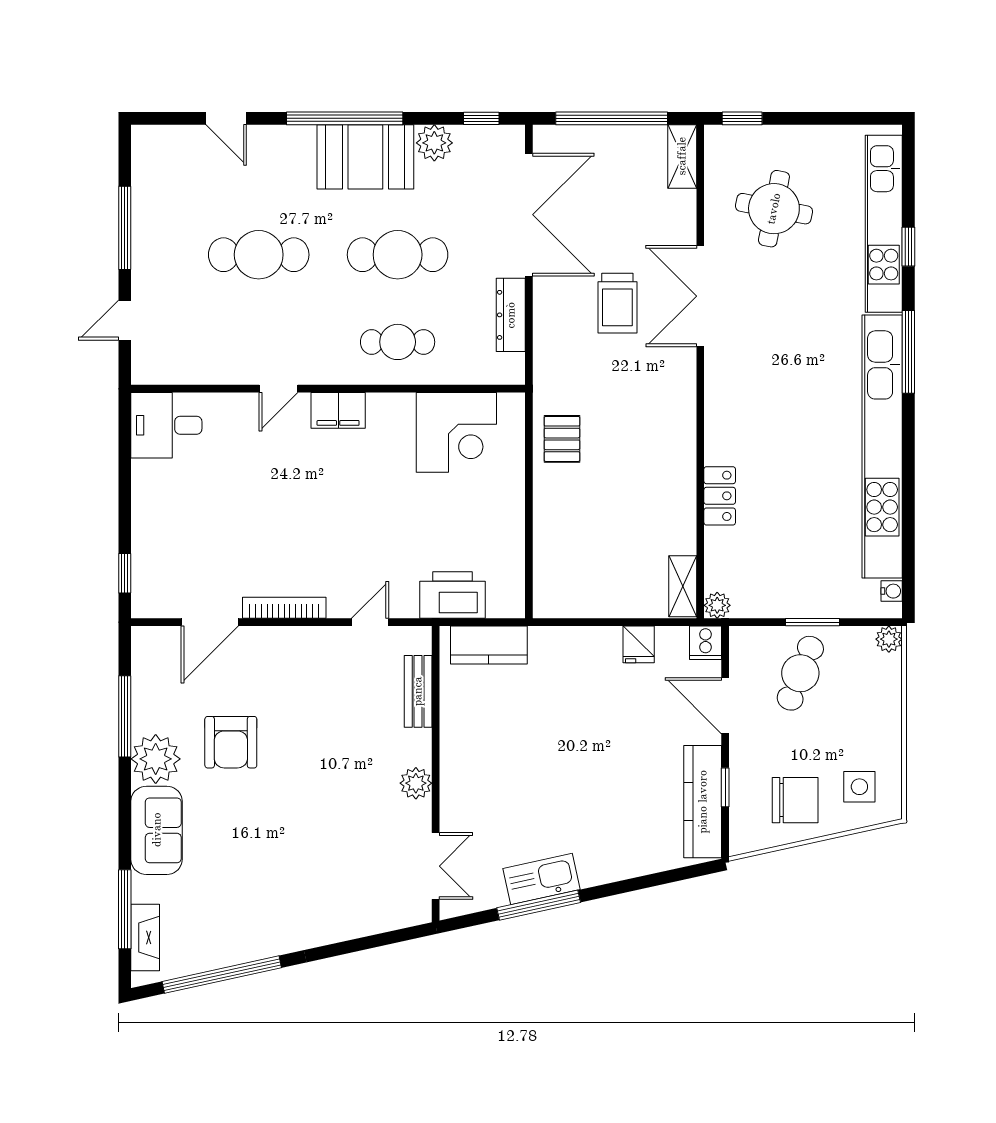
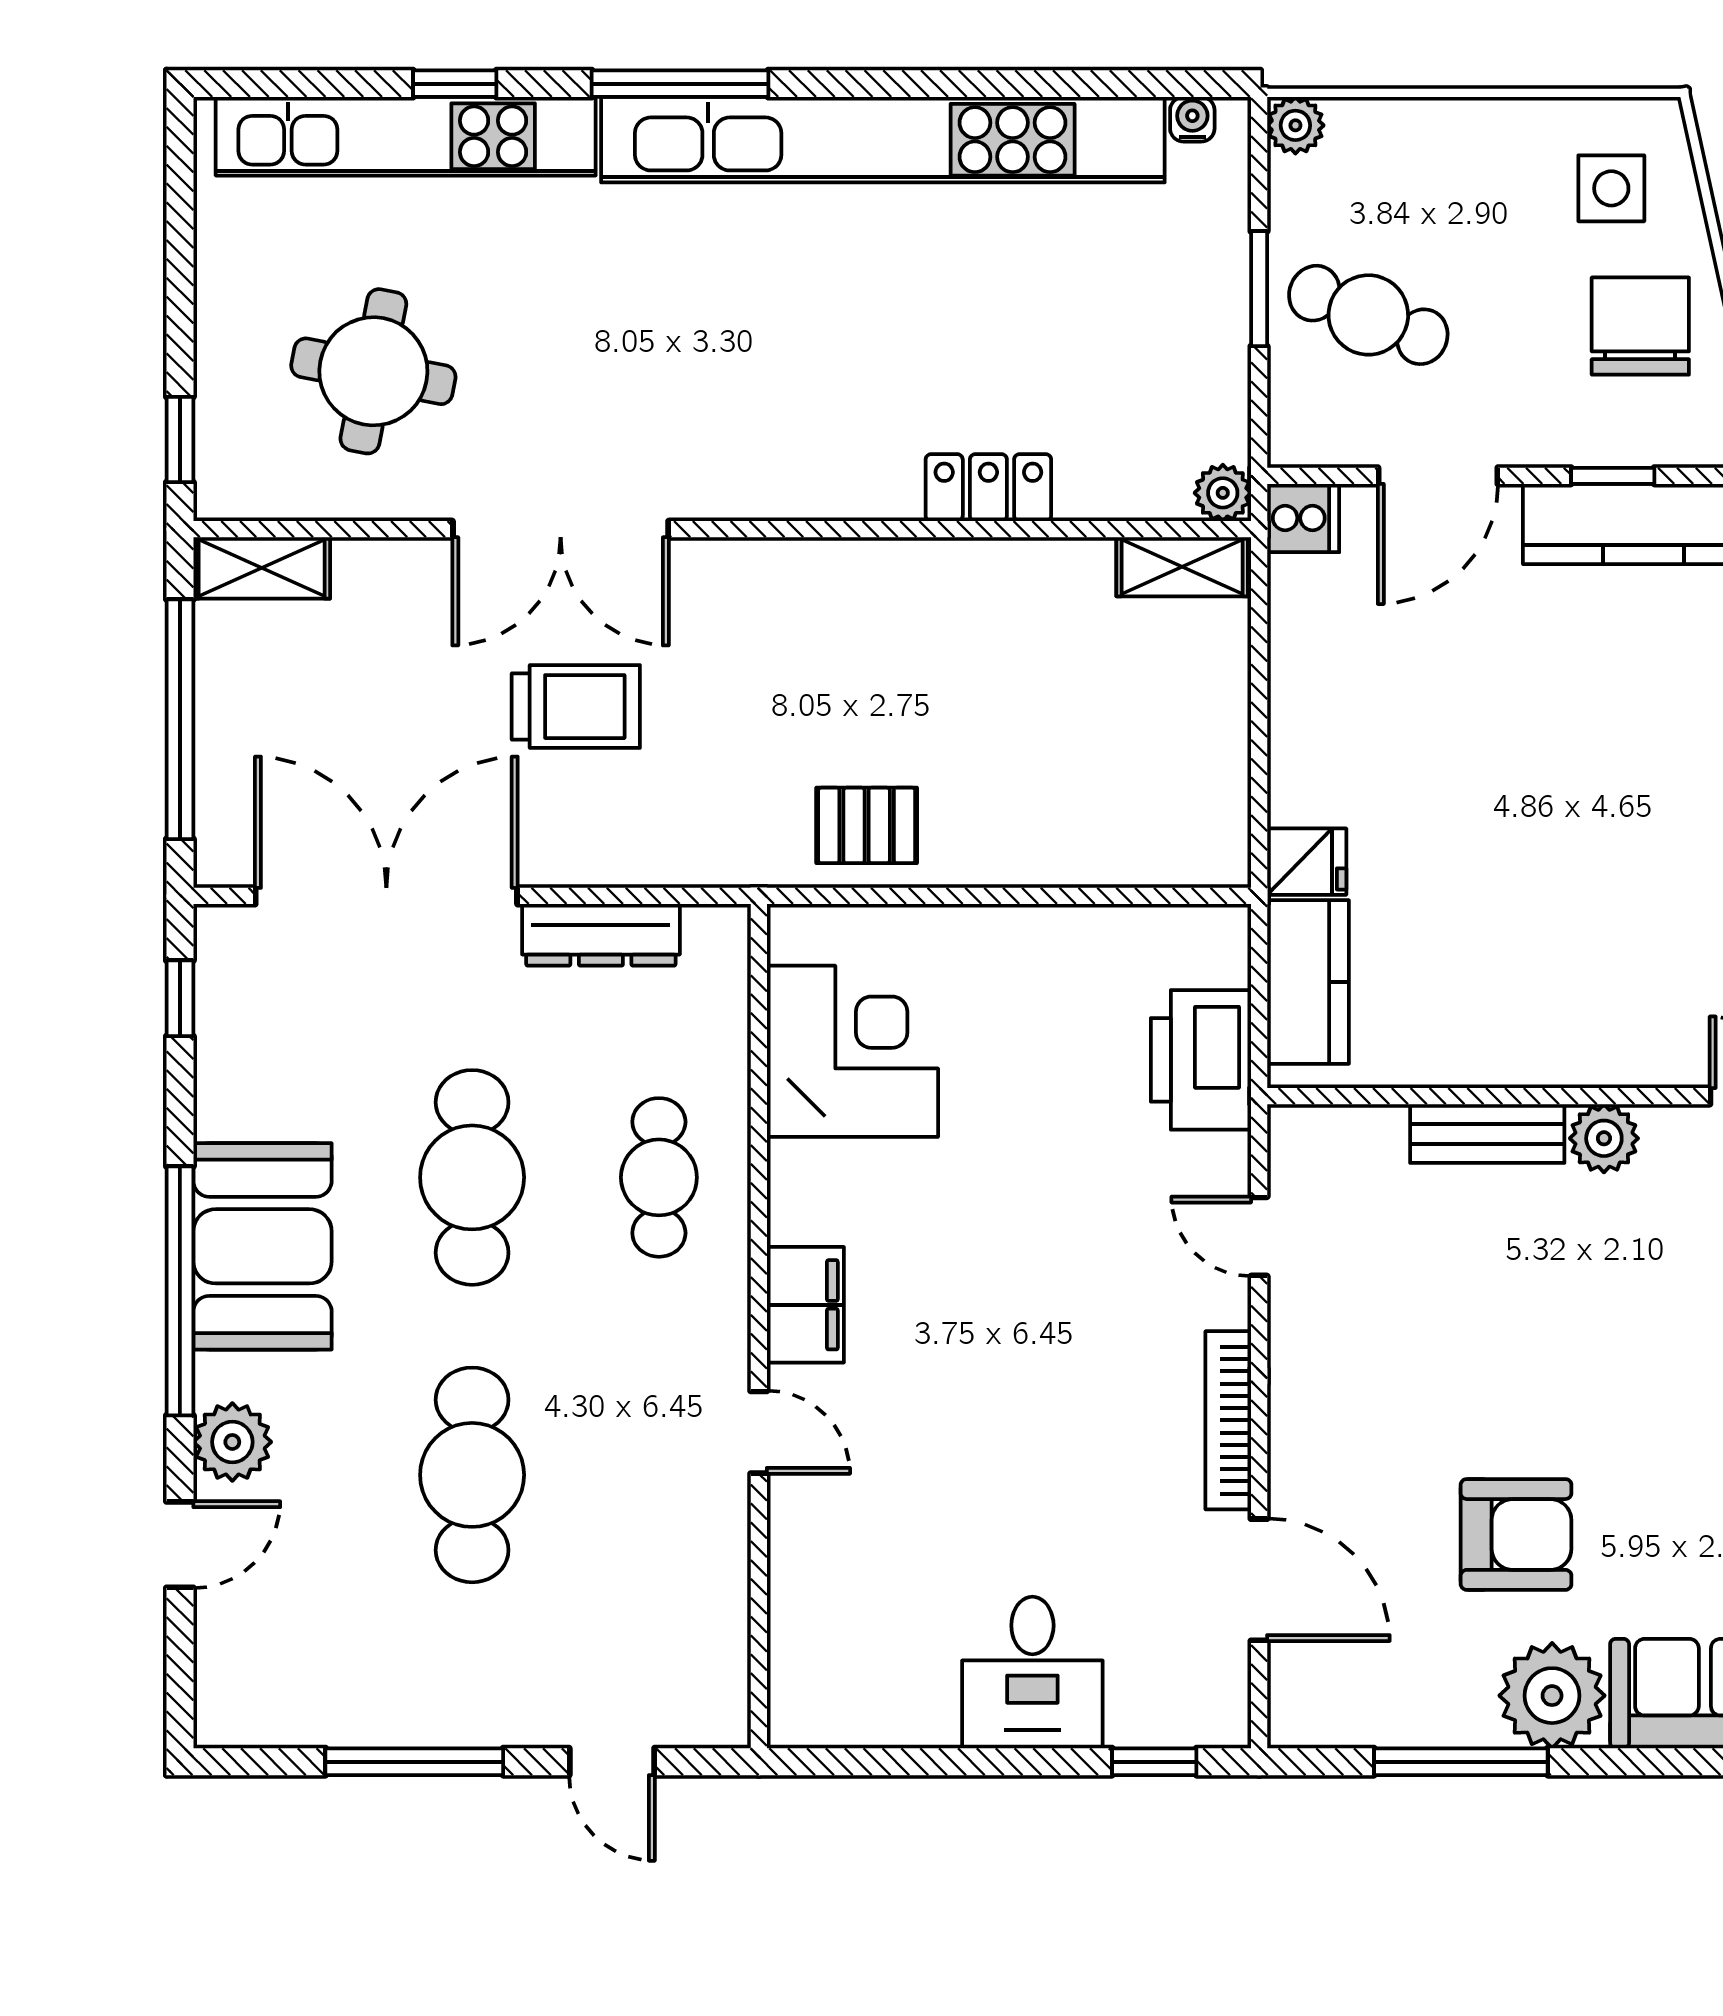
plant: (434, 143) -> (232, 1442), moved
desk: (166, 425) -> (1032, 1673), moved
fridge: (639, 644) -> (1307, 862), moved
bench: (418, 691) -> (1487, 1134), moved

